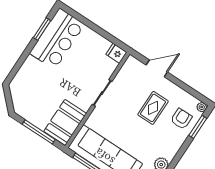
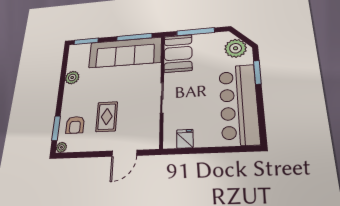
window: (42, 29) -> (257, 72), moved
bar counter: (57, 39) -> (239, 104), width x1.36
fridge: (116, 53) -> (185, 139), moved, turned -90
plant: (20, 94) -> (236, 48), added

